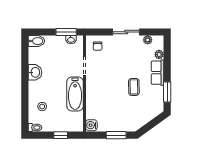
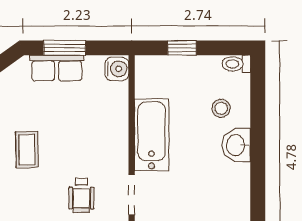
wheelchair: (108, 65) -> (81, 195), added
washbasin: (35, 72) -> (236, 145), moved
row of seats: (120, 126) -> (57, 68), added

